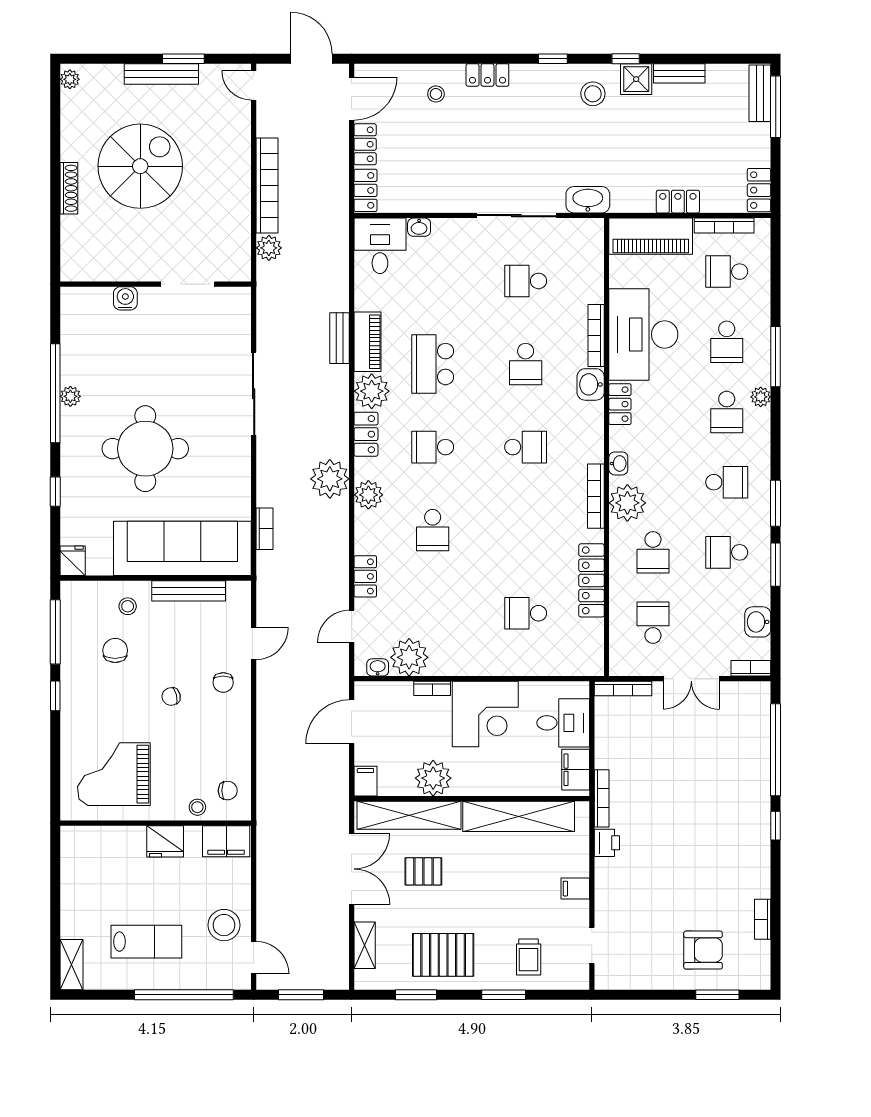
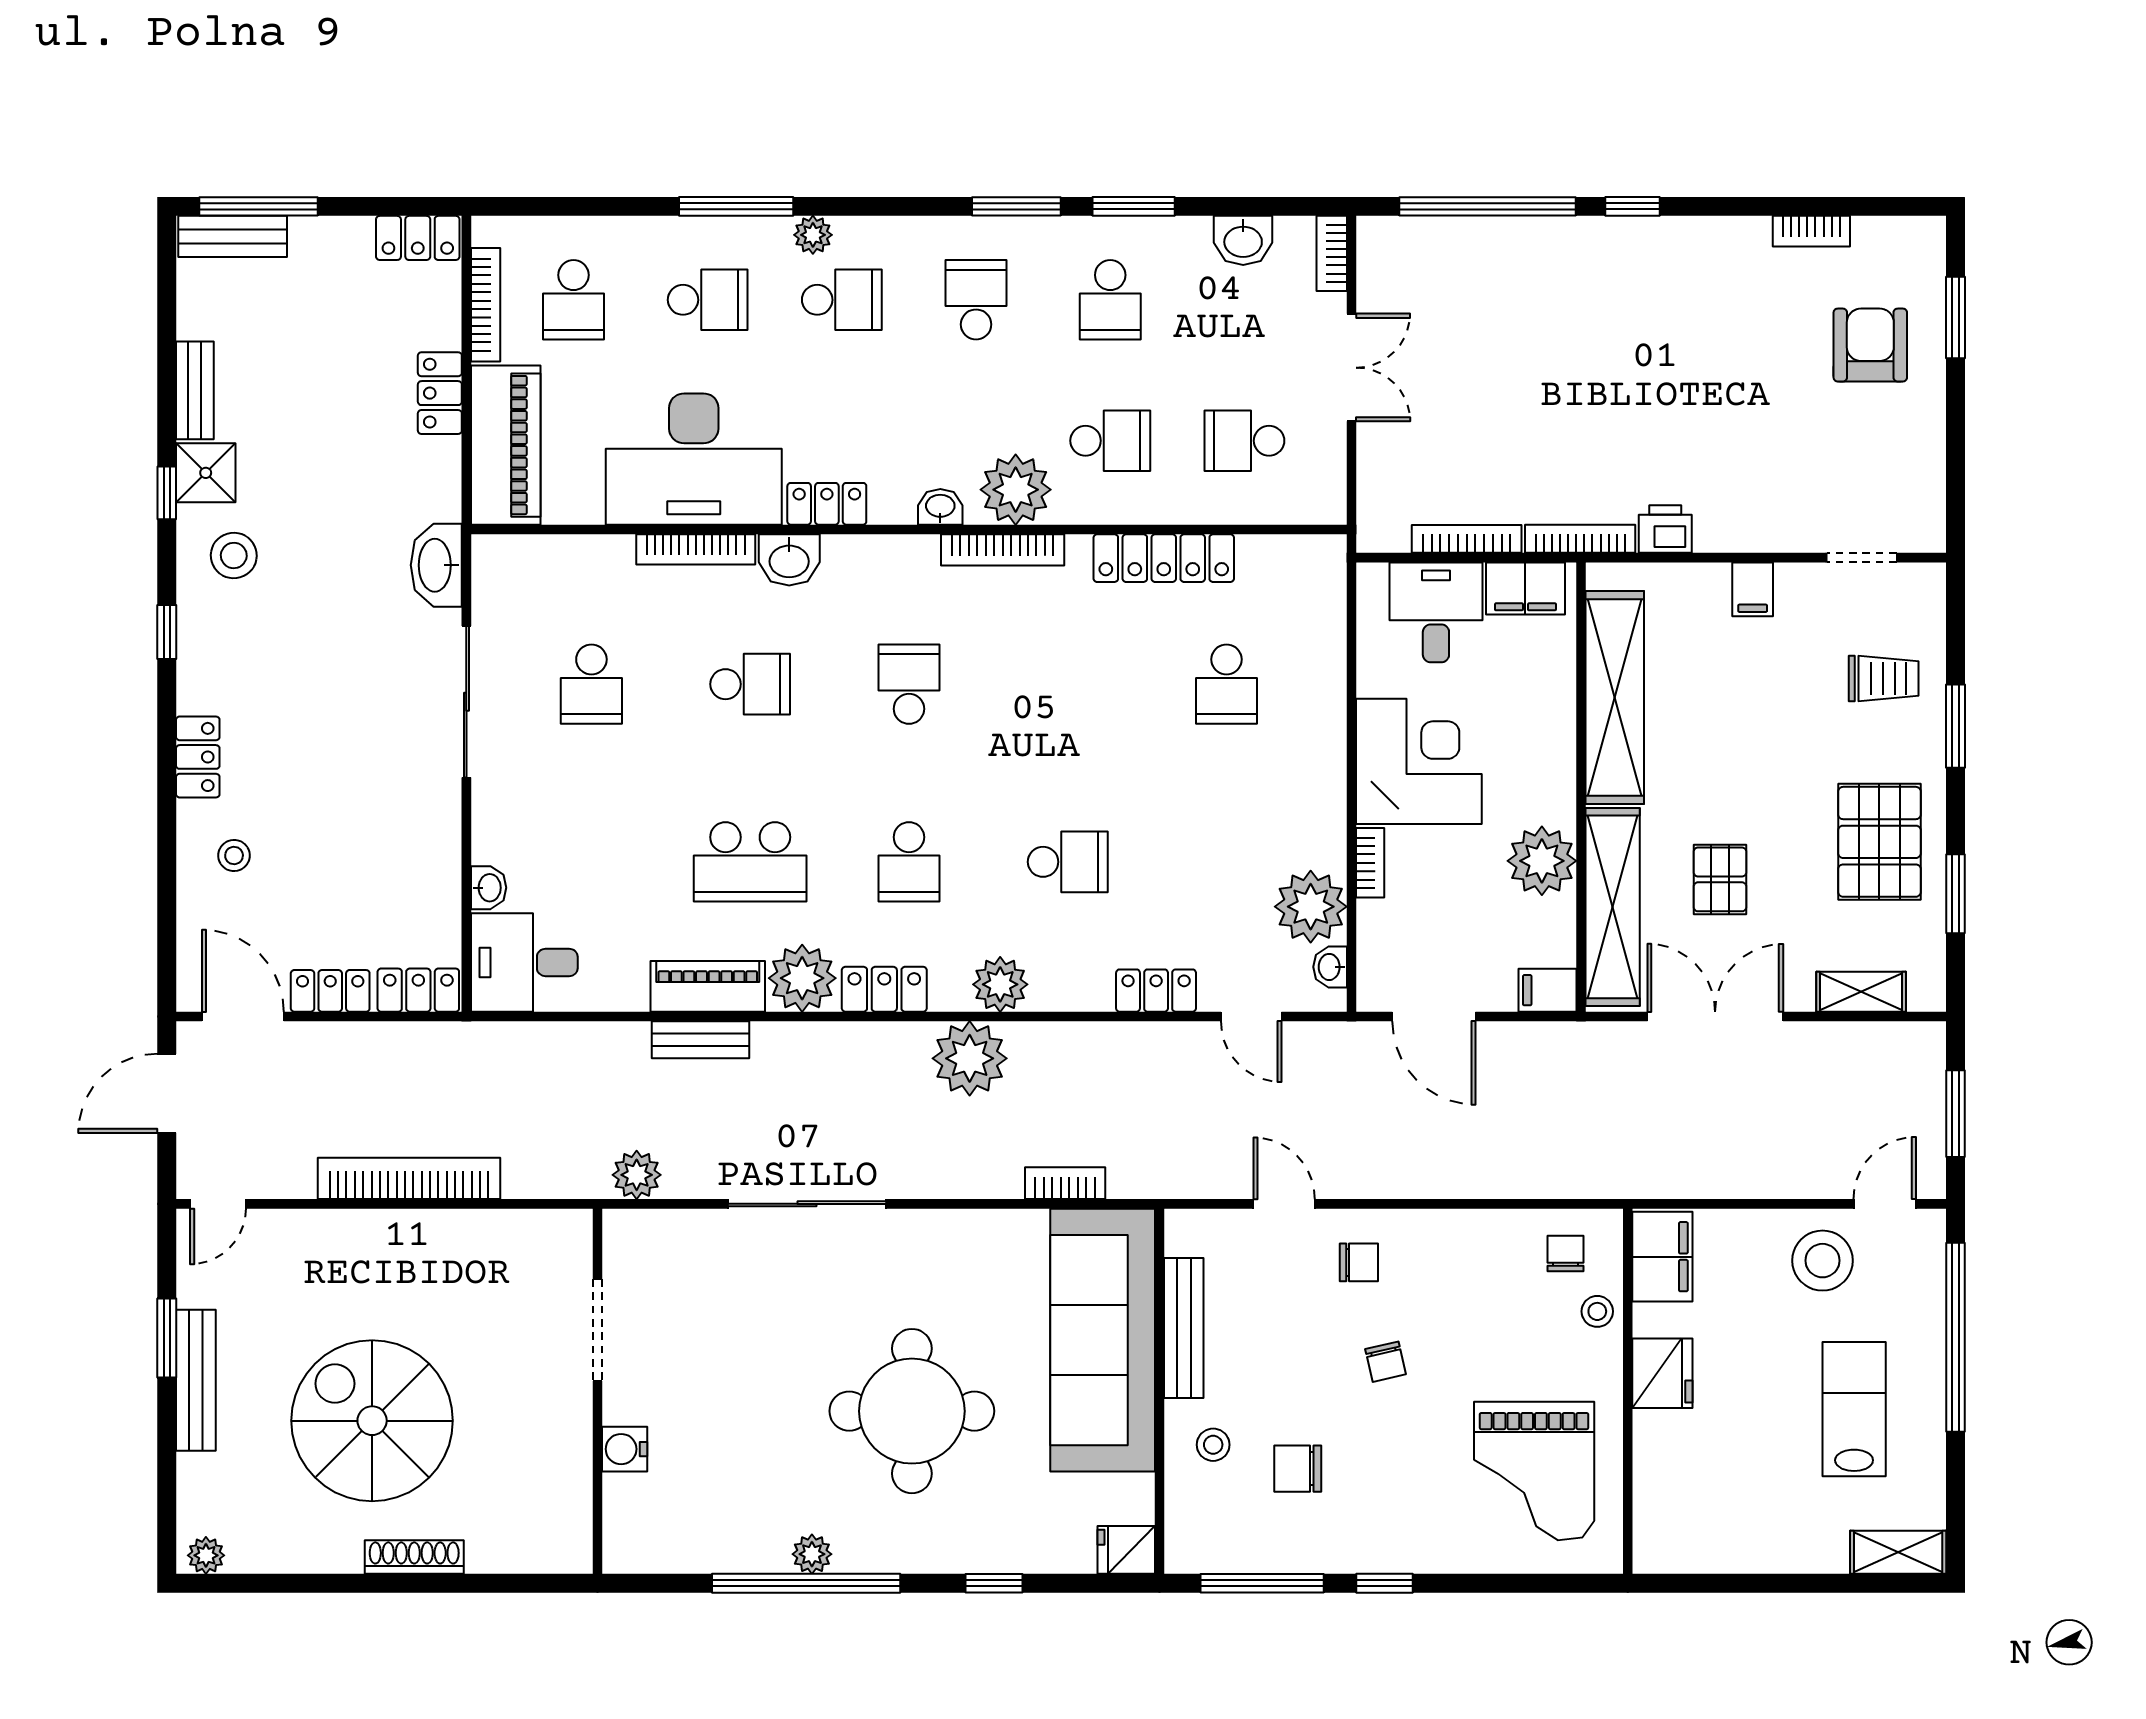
plant: (269, 248) -> (637, 1175), moved
bookcase: (623, 688) -> (1467, 539), moved, turned -90

